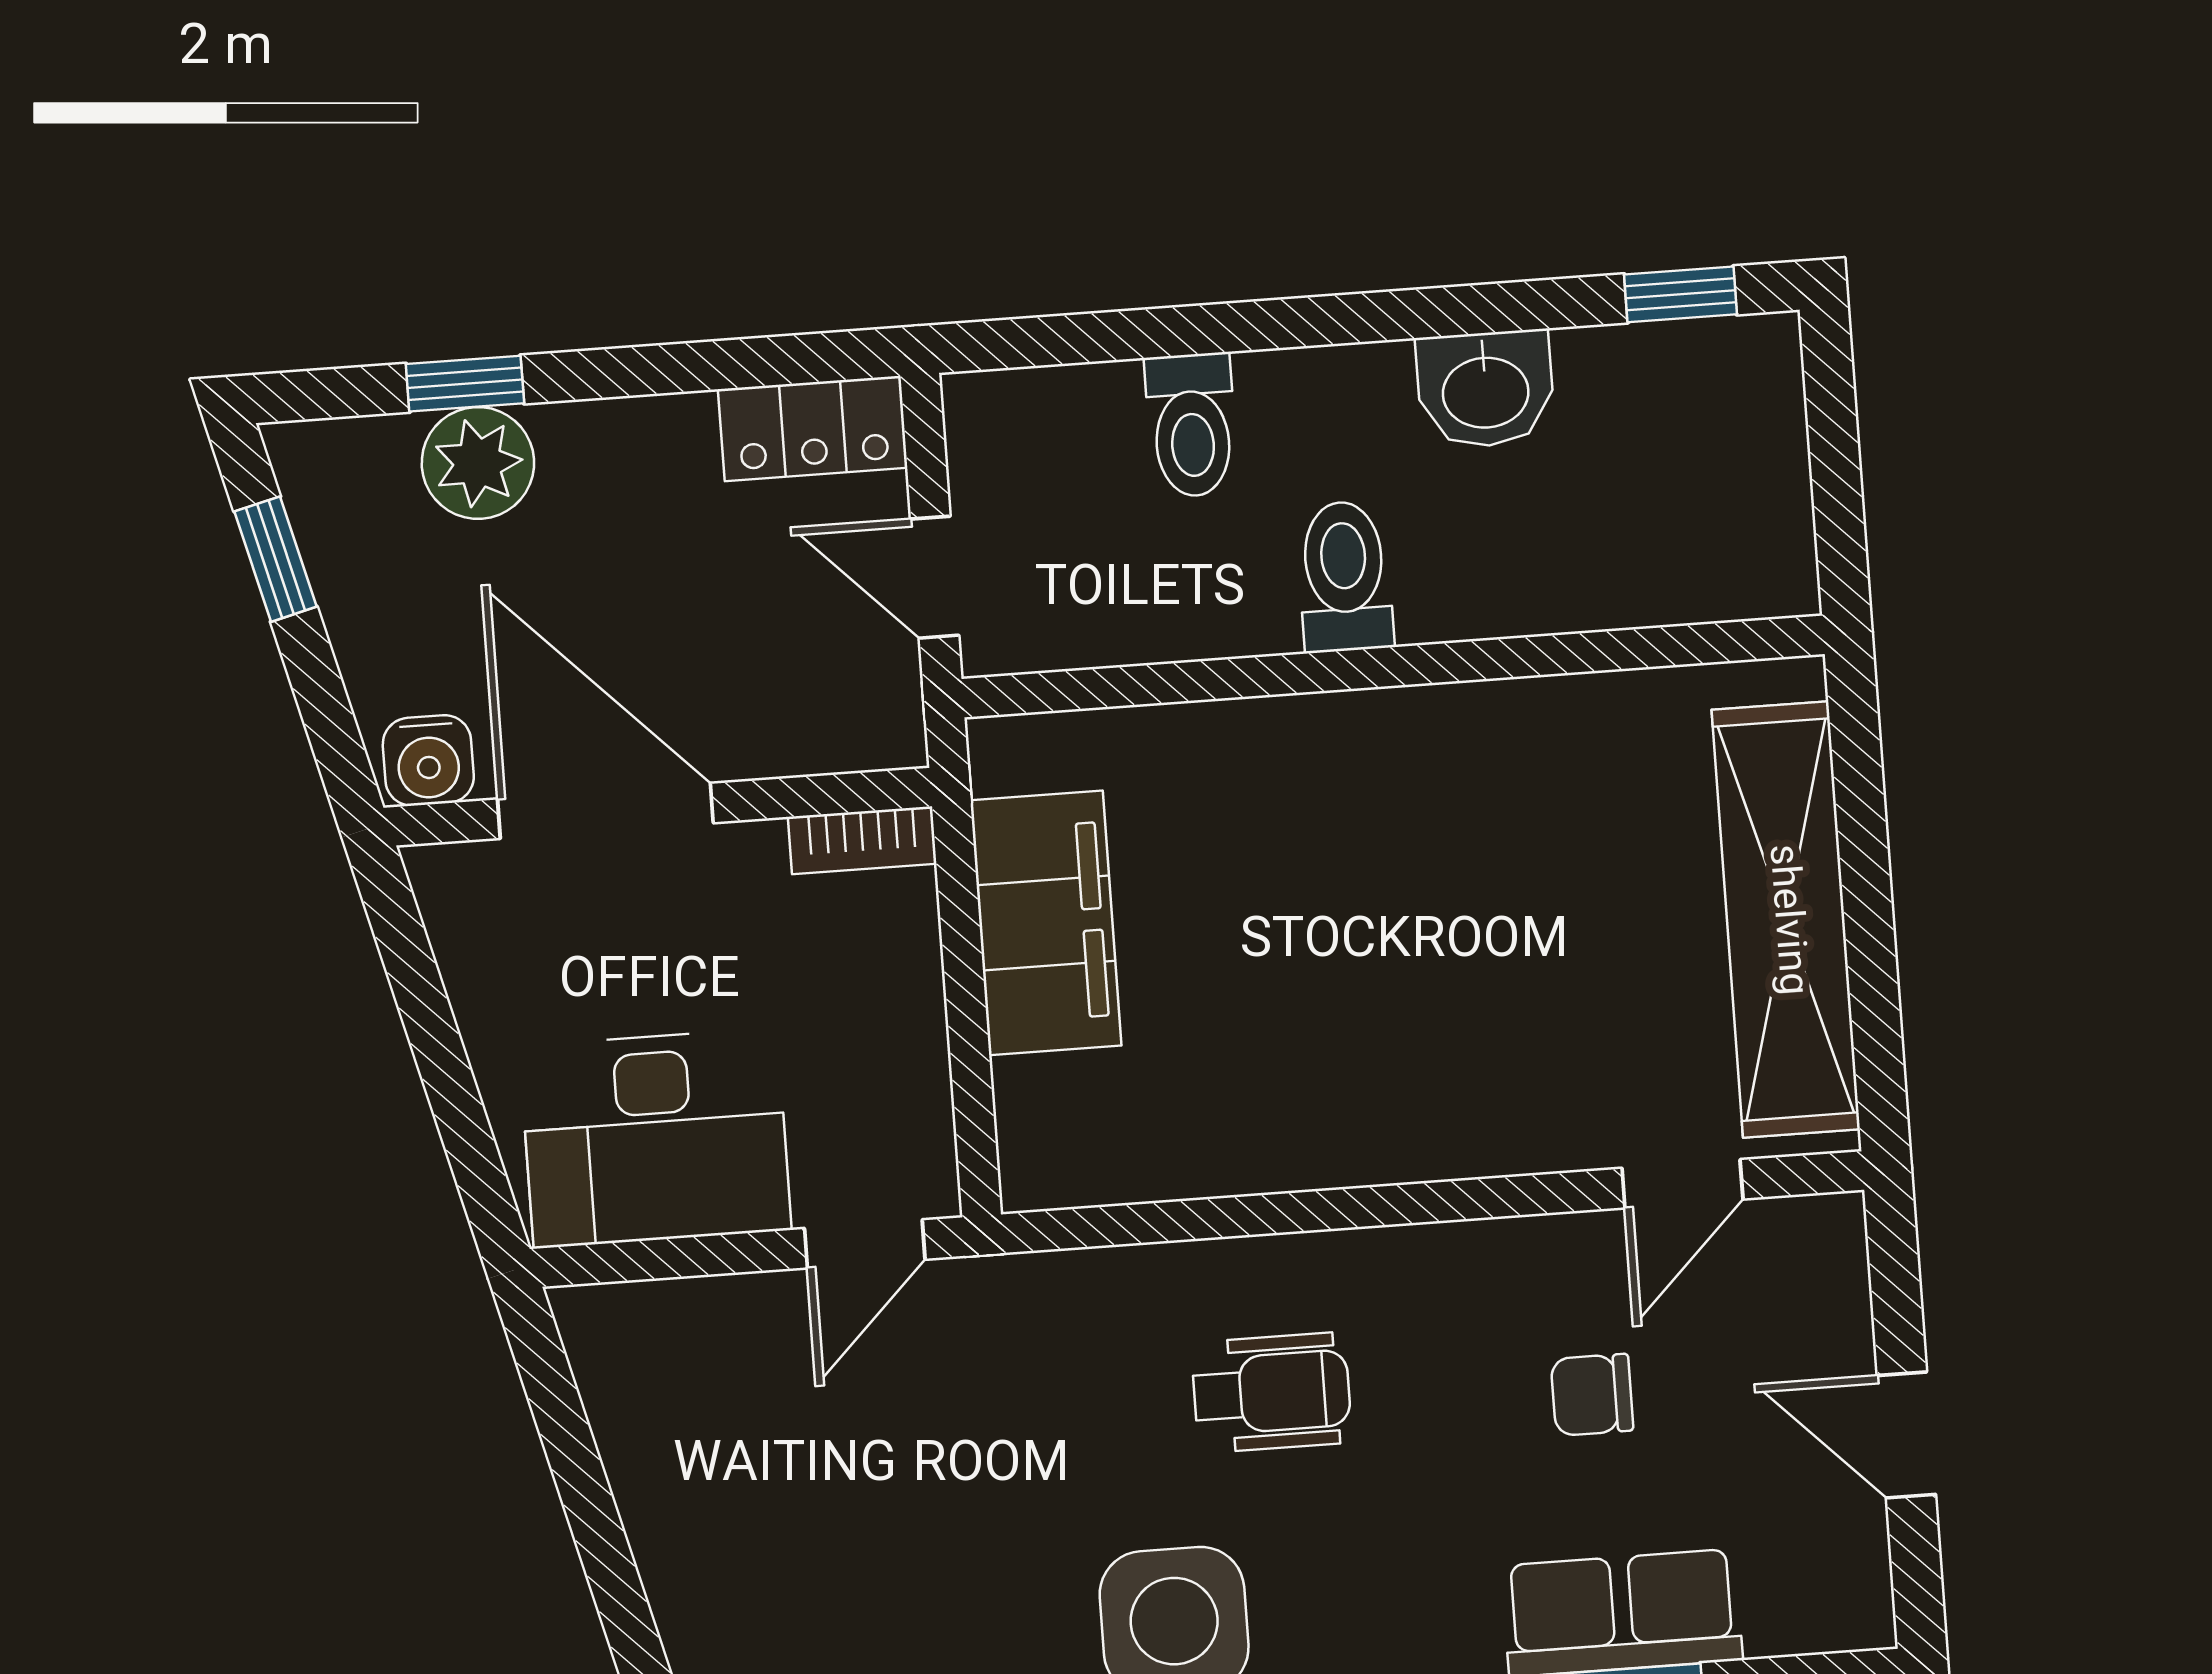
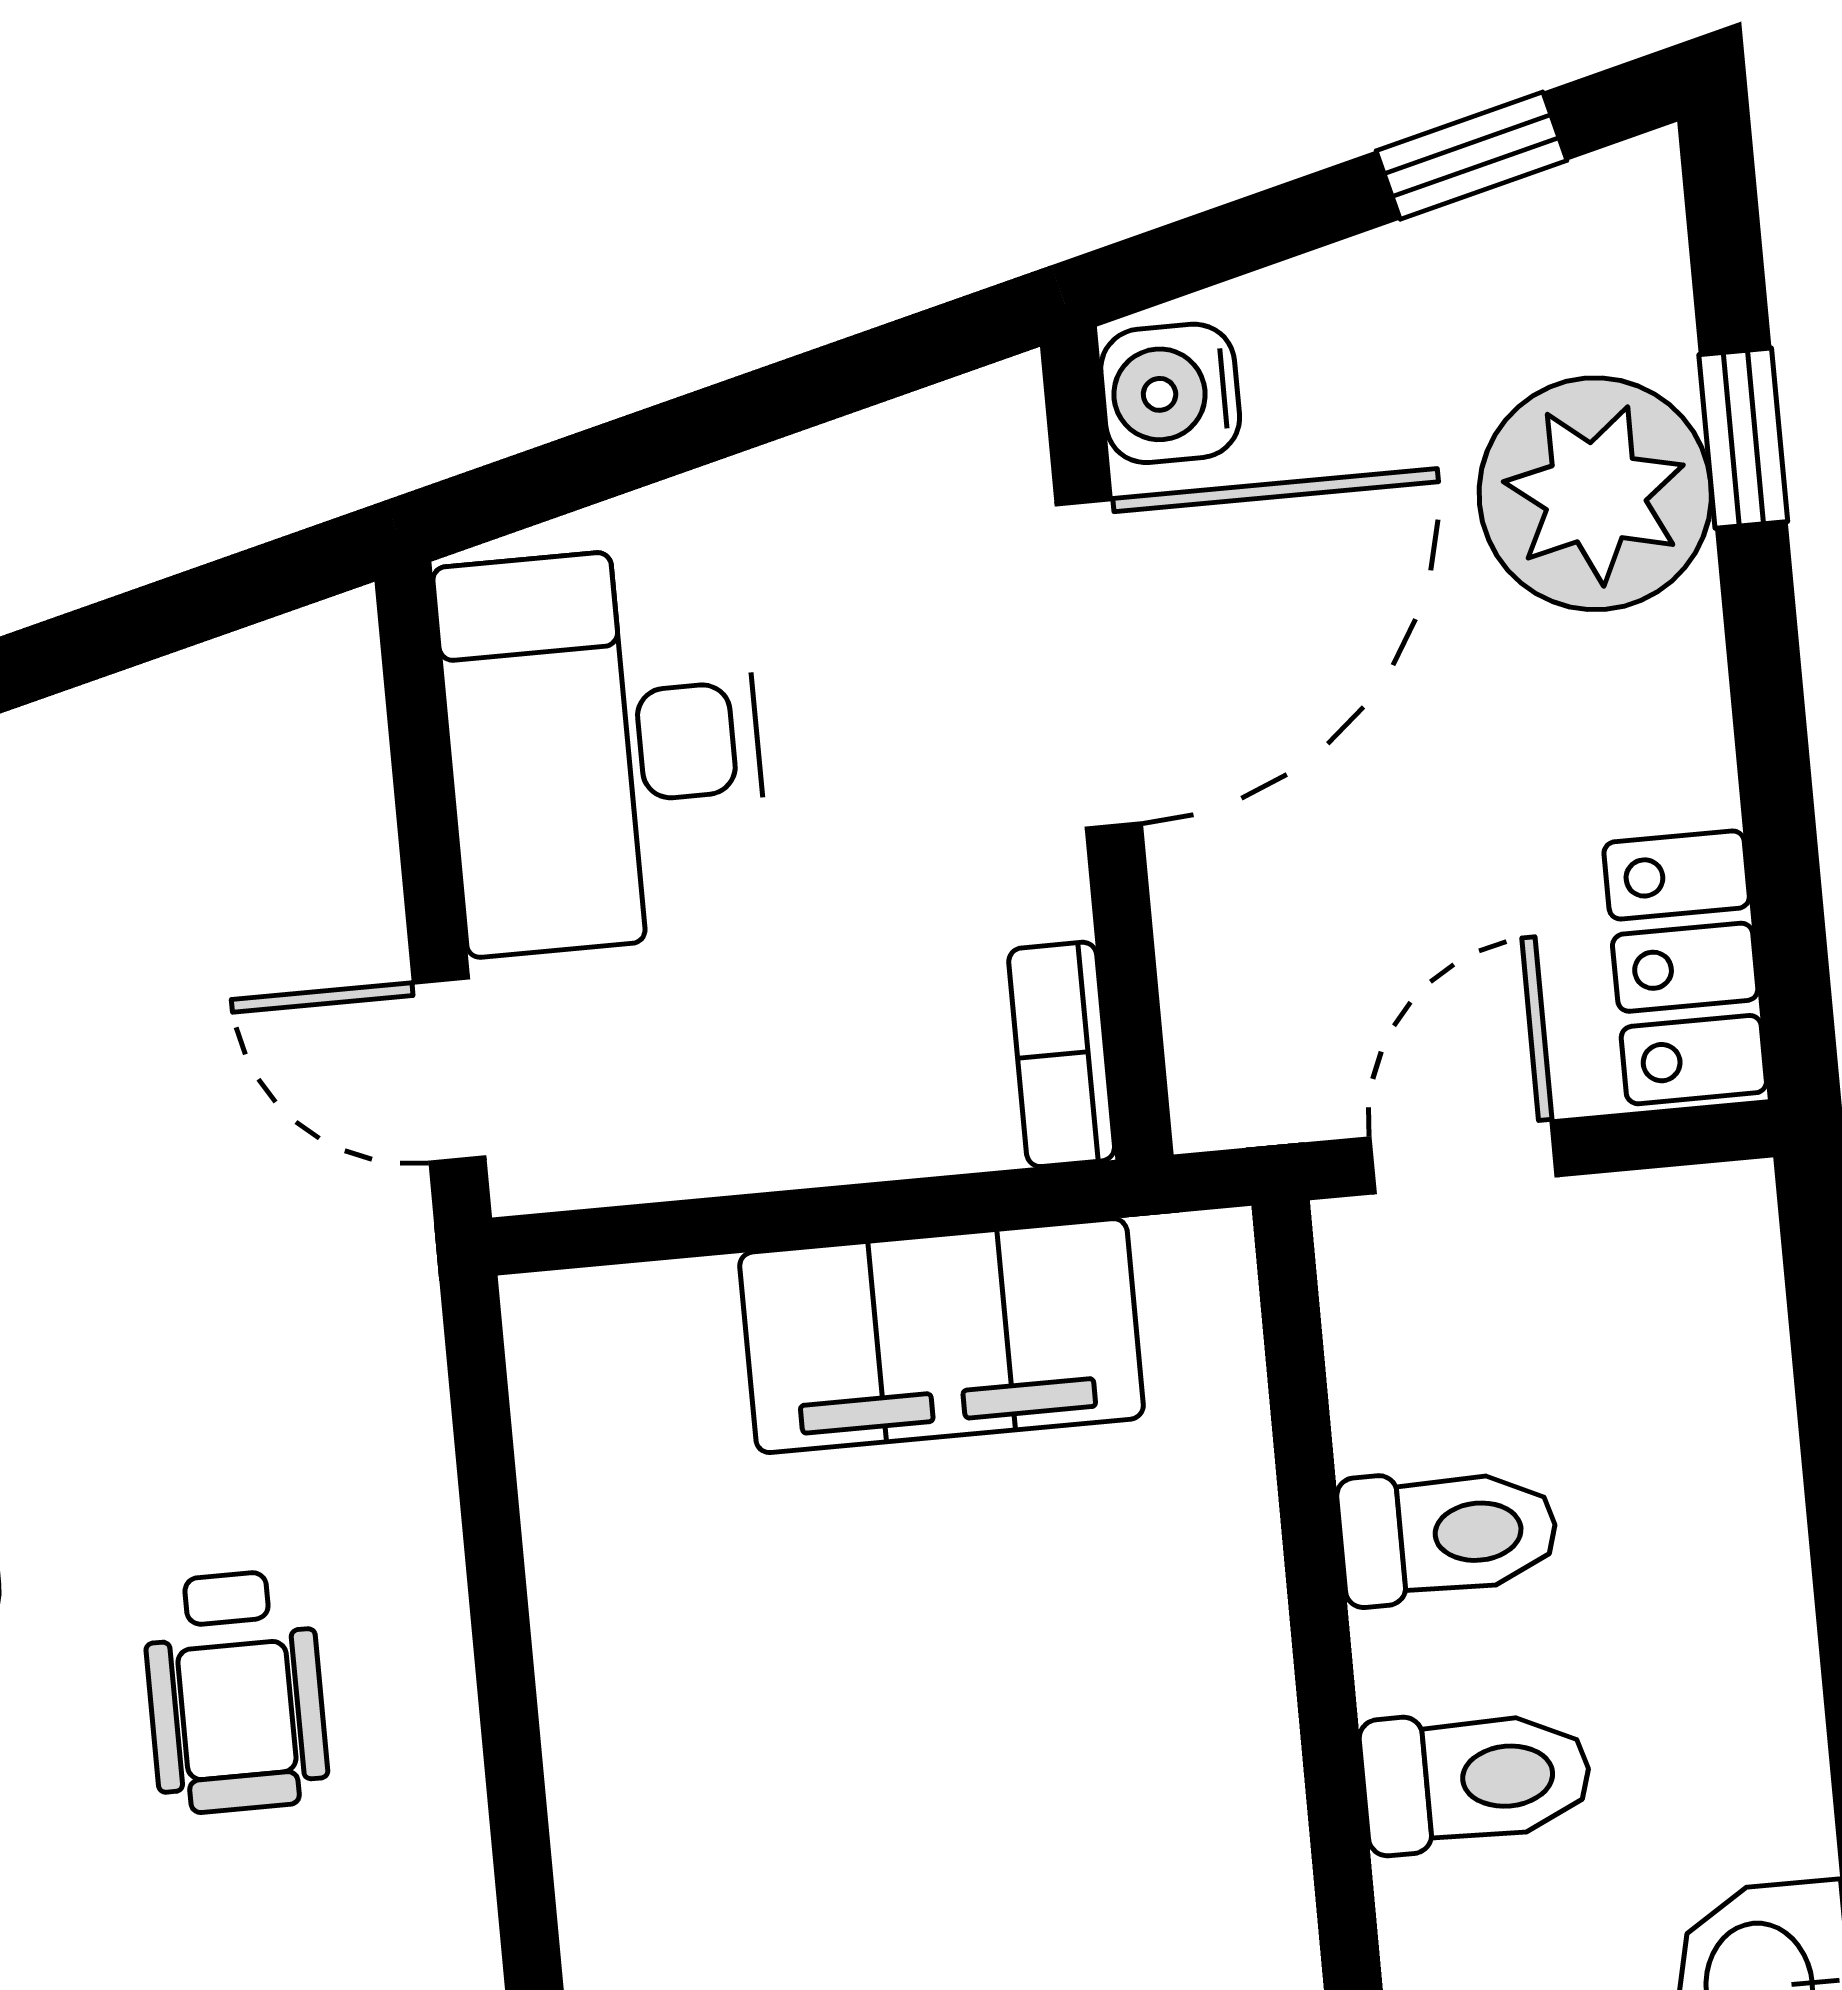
toilet: (1192, 425) -> (1448, 1534), moved, turned 180
plant: (478, 463) -> (1595, 494), width x1.36, depth x1.36

